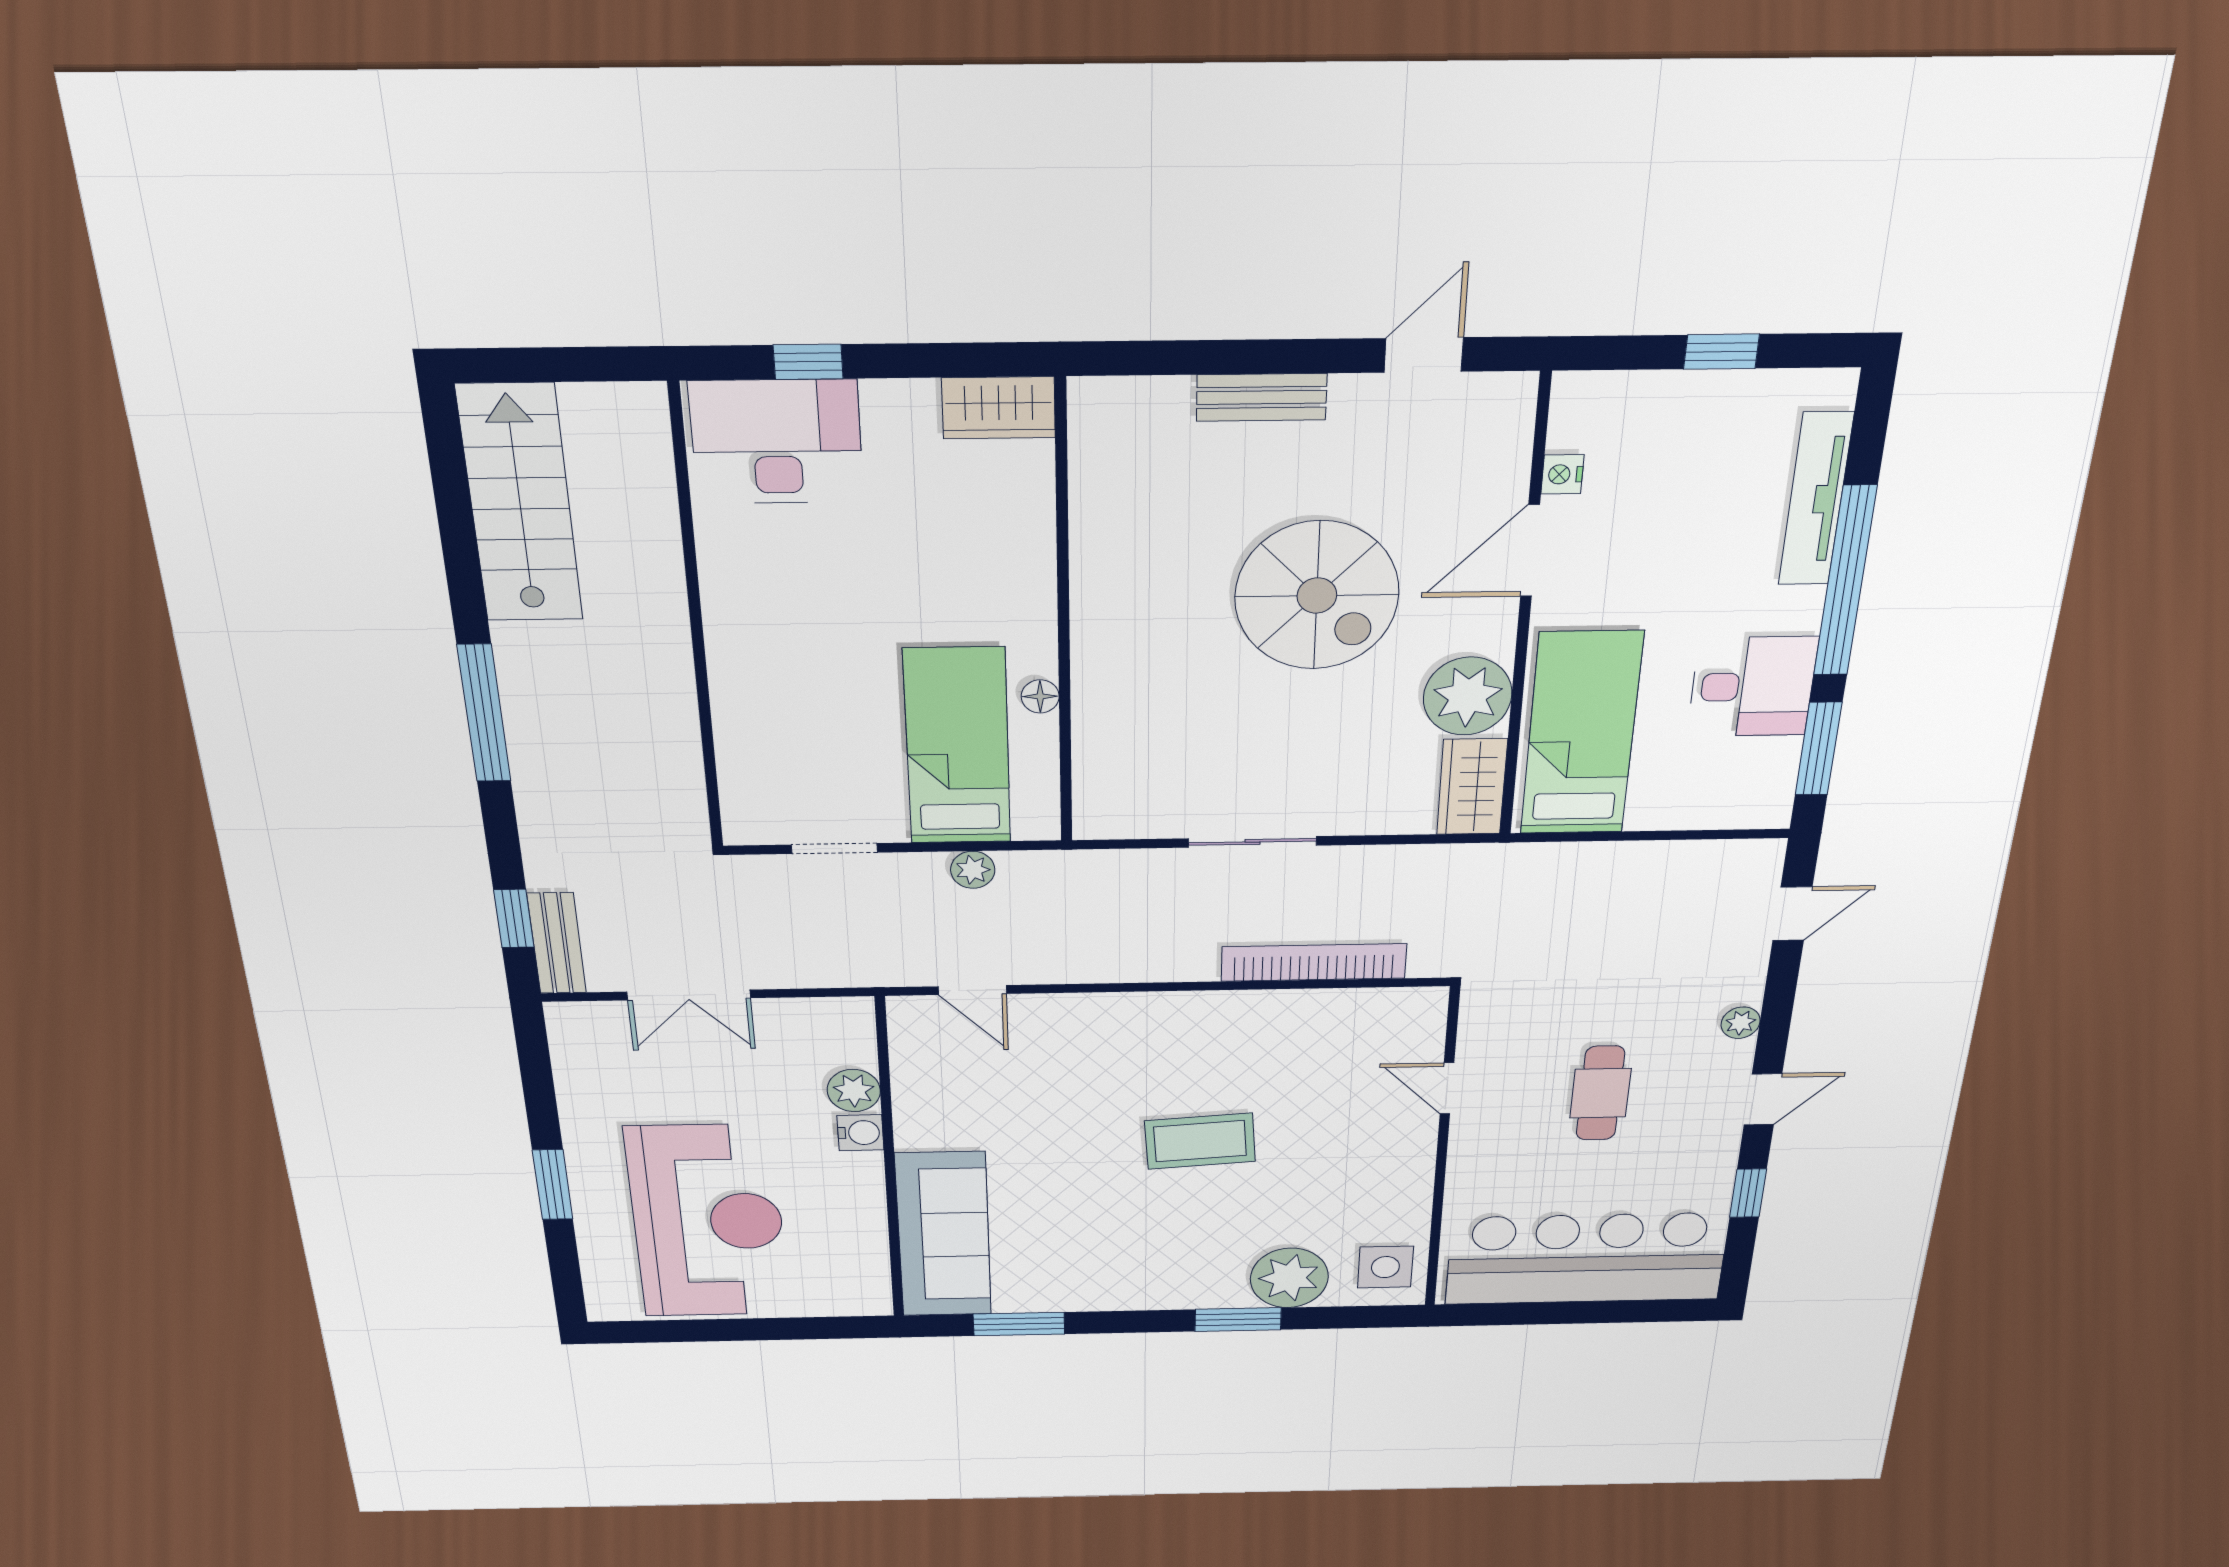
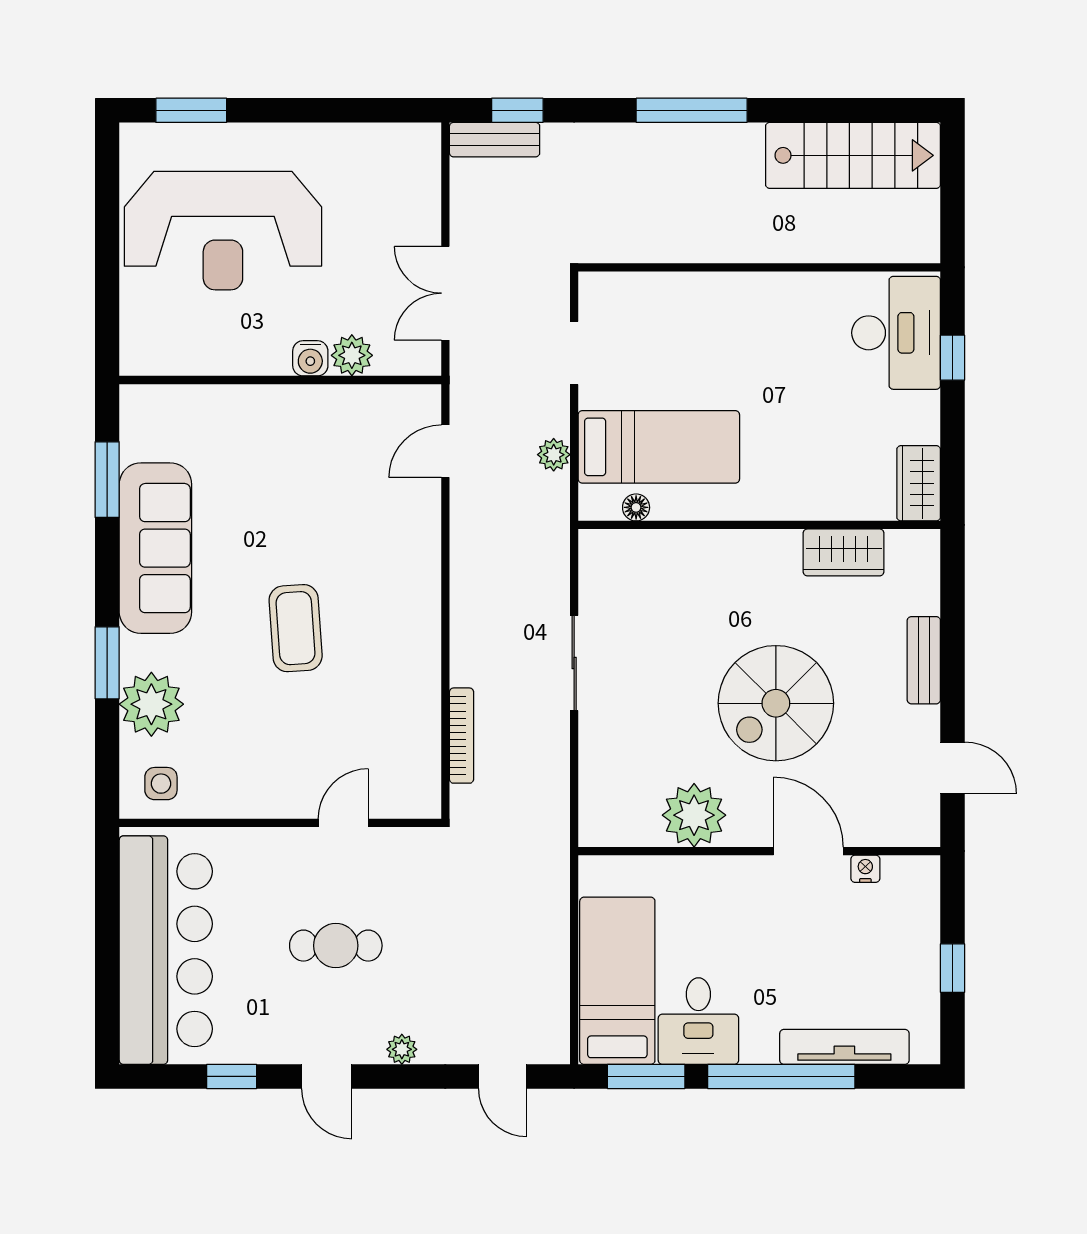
floor lamp: (1040, 696) -> (636, 507), moved
bed: (1581, 734) -> (617, 981), moved, turned -90
wardrobe: (1472, 787) -> (844, 552), moved, turned 180
bookcase: (1314, 963) -> (462, 736), width x0.68, depth x0.76
double door: (689, 995) -> (445, 293), moved
window: (553, 1185) -> (191, 110), moved
sofa: (944, 1235) -> (155, 548), moved, turned -90
side table: (1385, 1267) -> (161, 784), width x0.73, depth x0.73

